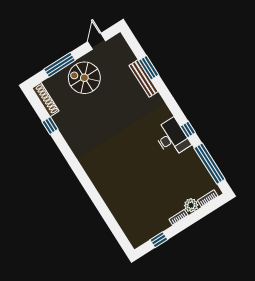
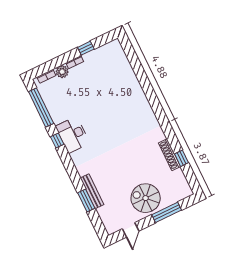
spiral stairs: (84, 78) -> (146, 198), turned 180
shoe rack: (46, 100) -> (169, 155), moved
window: (159, 240) -> (86, 48), moved

